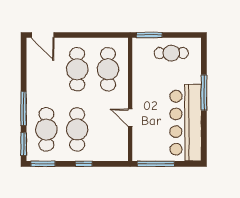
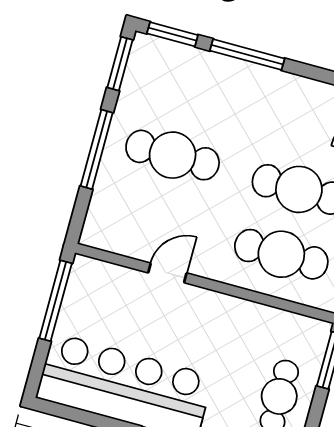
cafe table: (46, 129) -> (190, 90), removed
window: (84, 164) -> (97, 149), width x2.17

